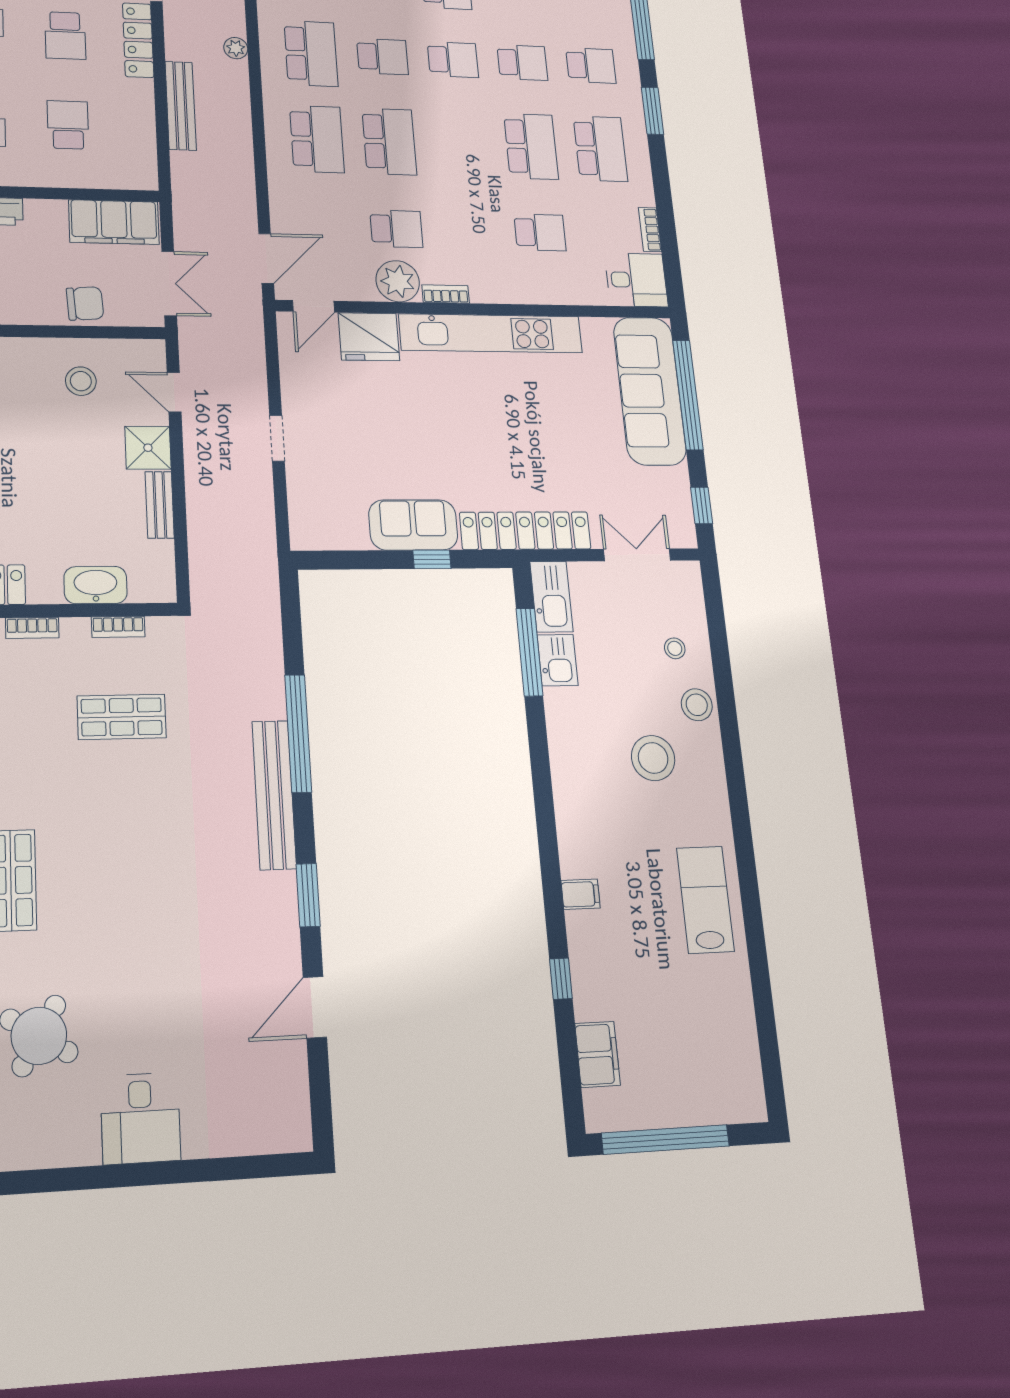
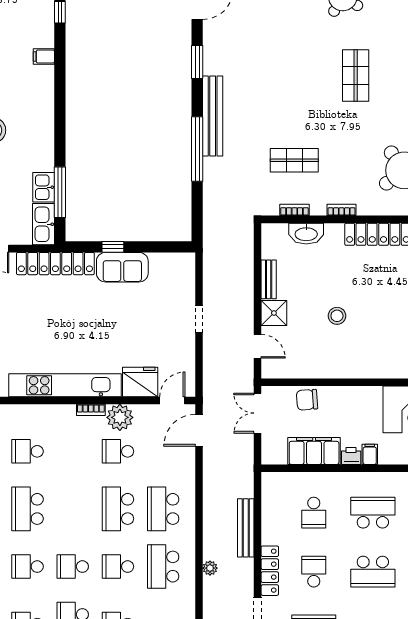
filing cabinet: (114, 222) -> (314, 451), moved
stool: (81, 381) -> (337, 316), moved

